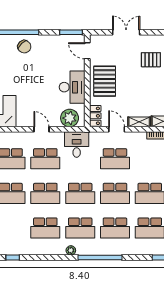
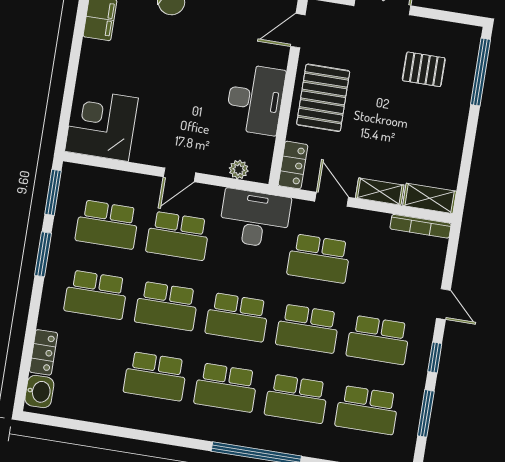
door: (87, 51) -> (298, 31), hinge flipped
plant: (70, 118) -> (239, 170), width x0.53, depth x0.53
door: (41, 129) -> (179, 175), swing flipped
desk: (77, 145) -> (255, 219), width x1.37
plant: (71, 250) -> (200, 430), removed
window: (13, 257) -> (79, 425), removed

